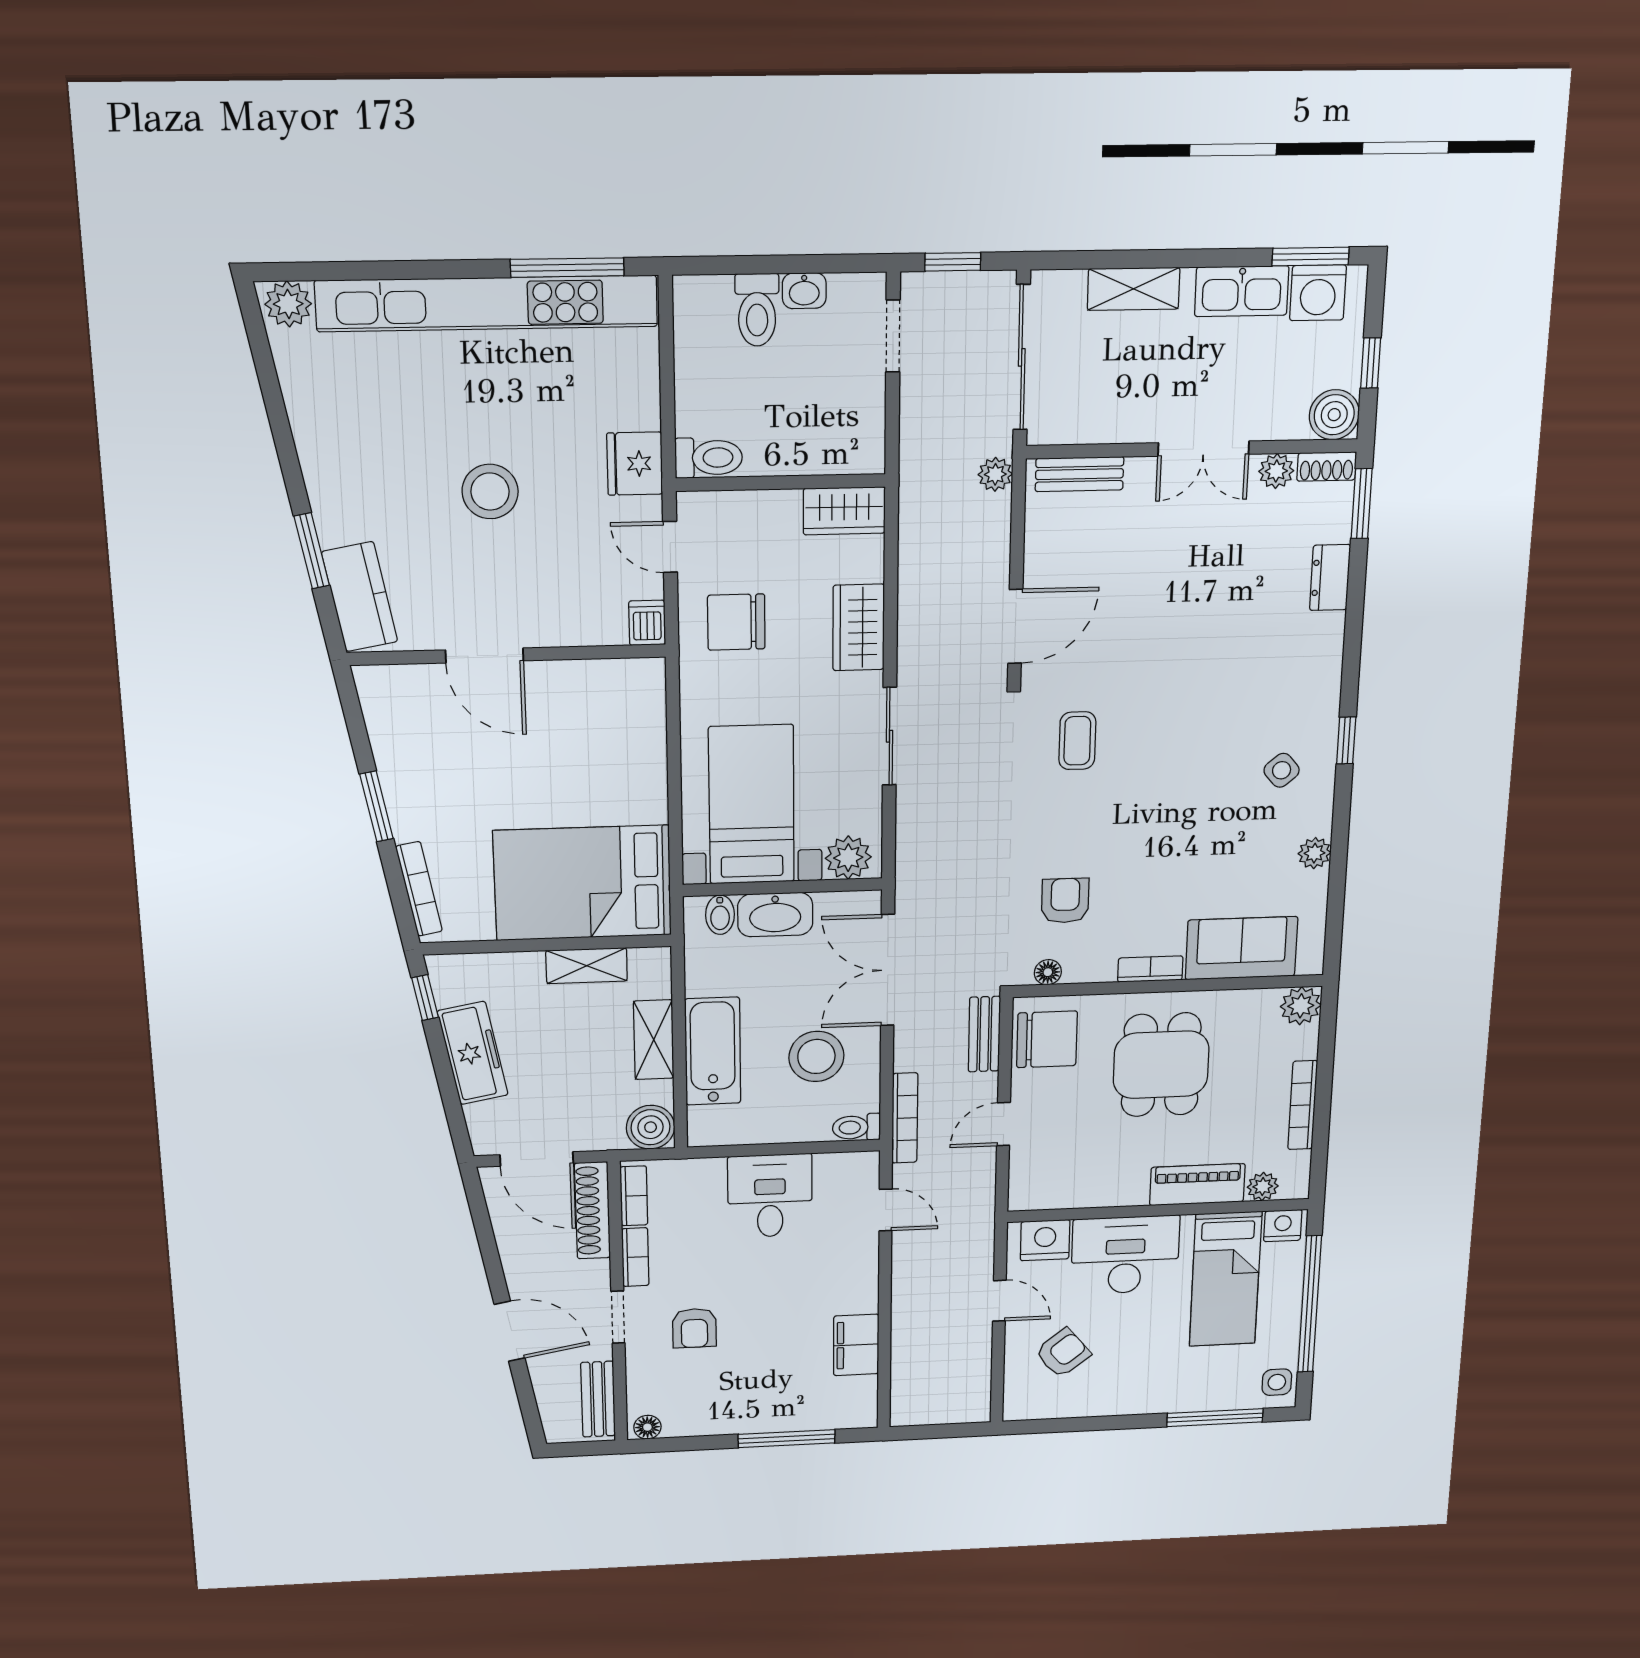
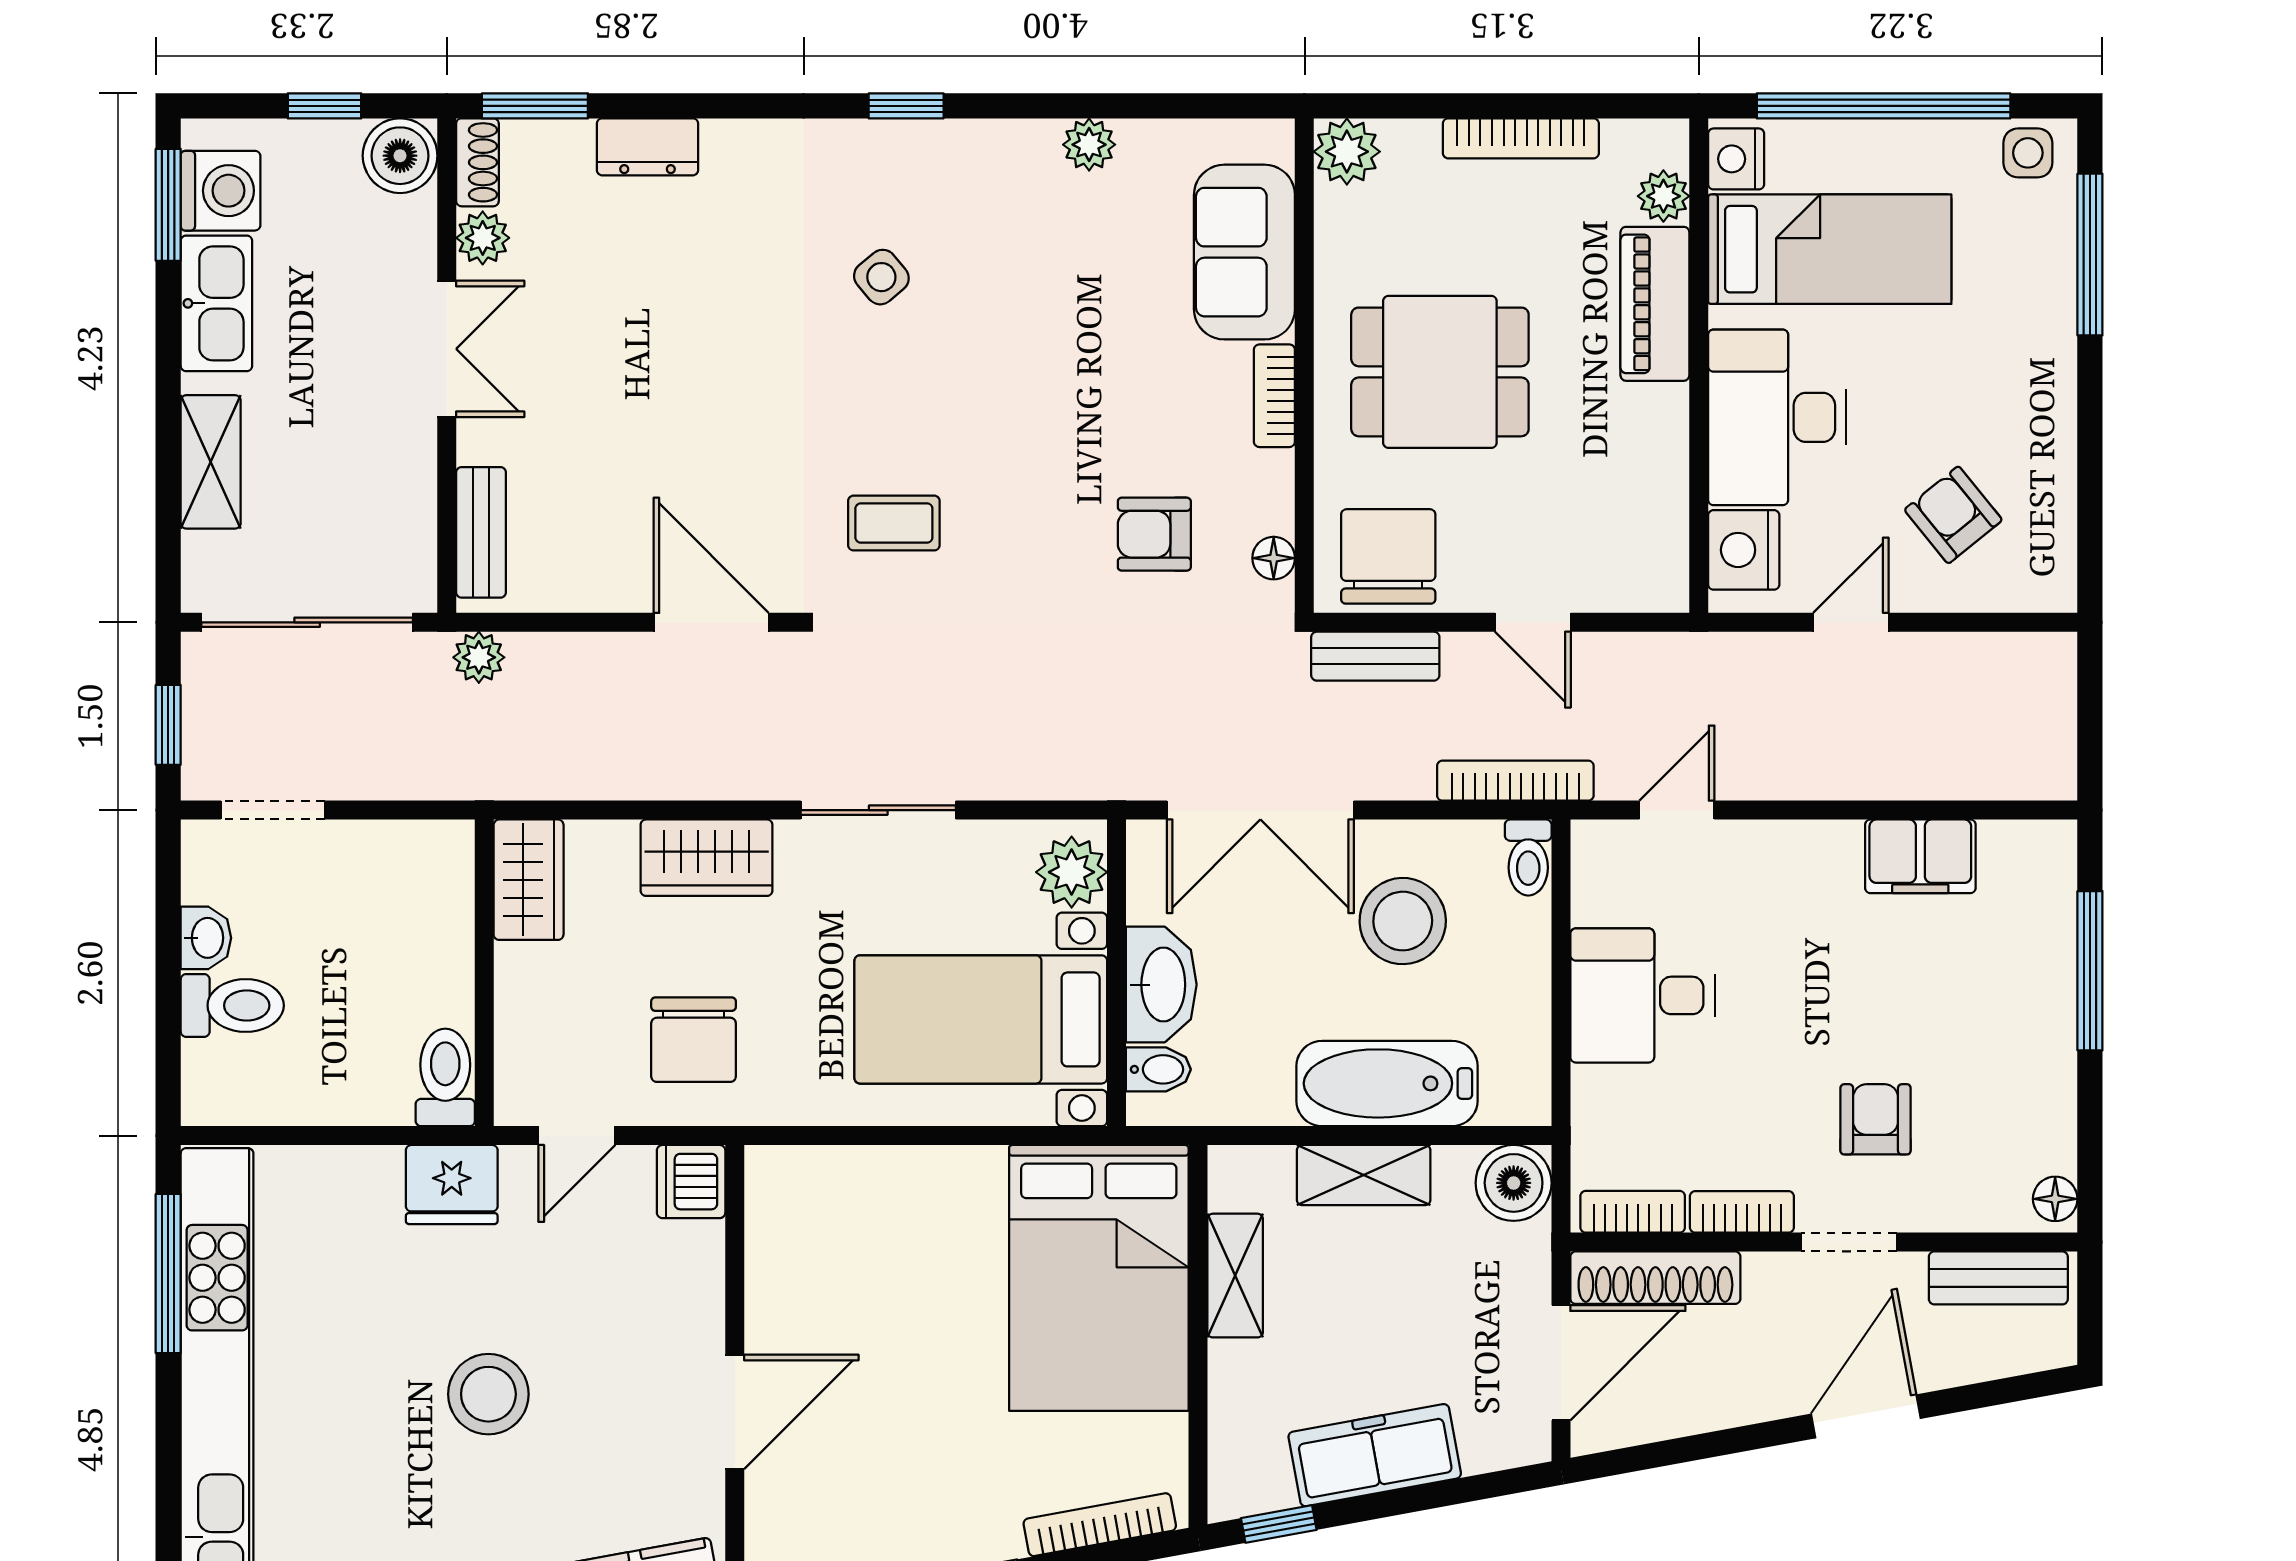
dishwasher: (647, 623) -> (691, 1182), width x1.38
side table: (1282, 770) -> (881, 277), moved
armchair: (694, 1328) -> (1876, 1119), turned -90

